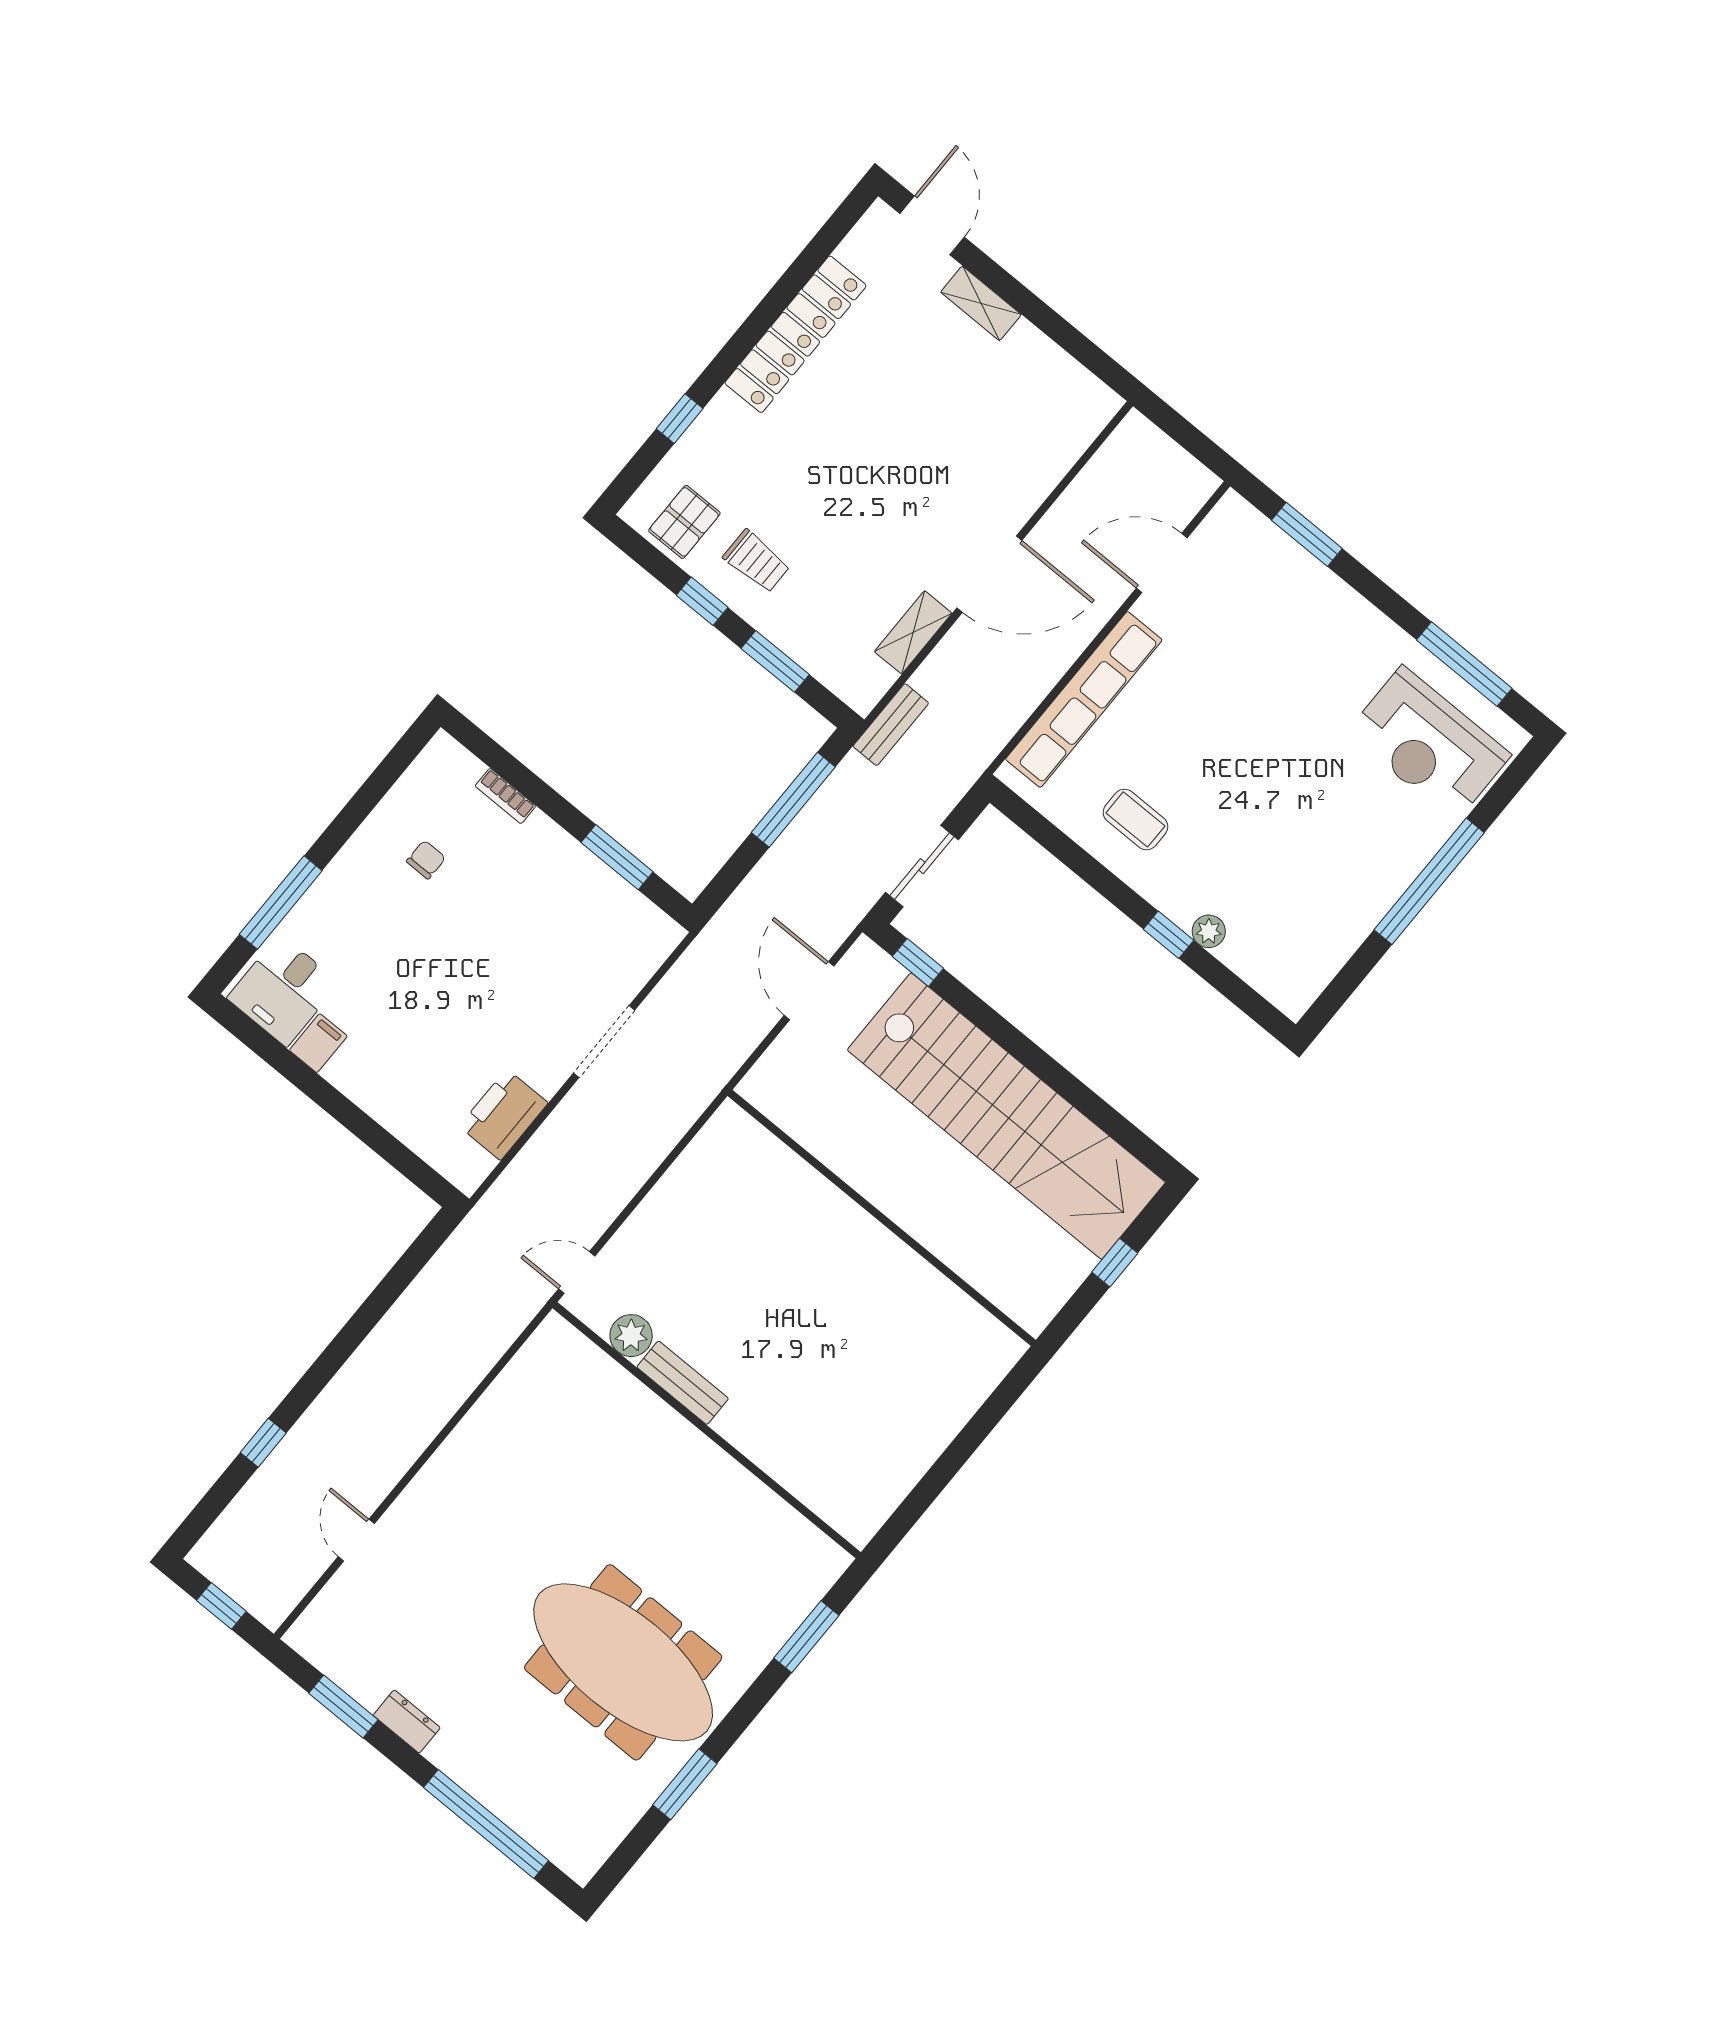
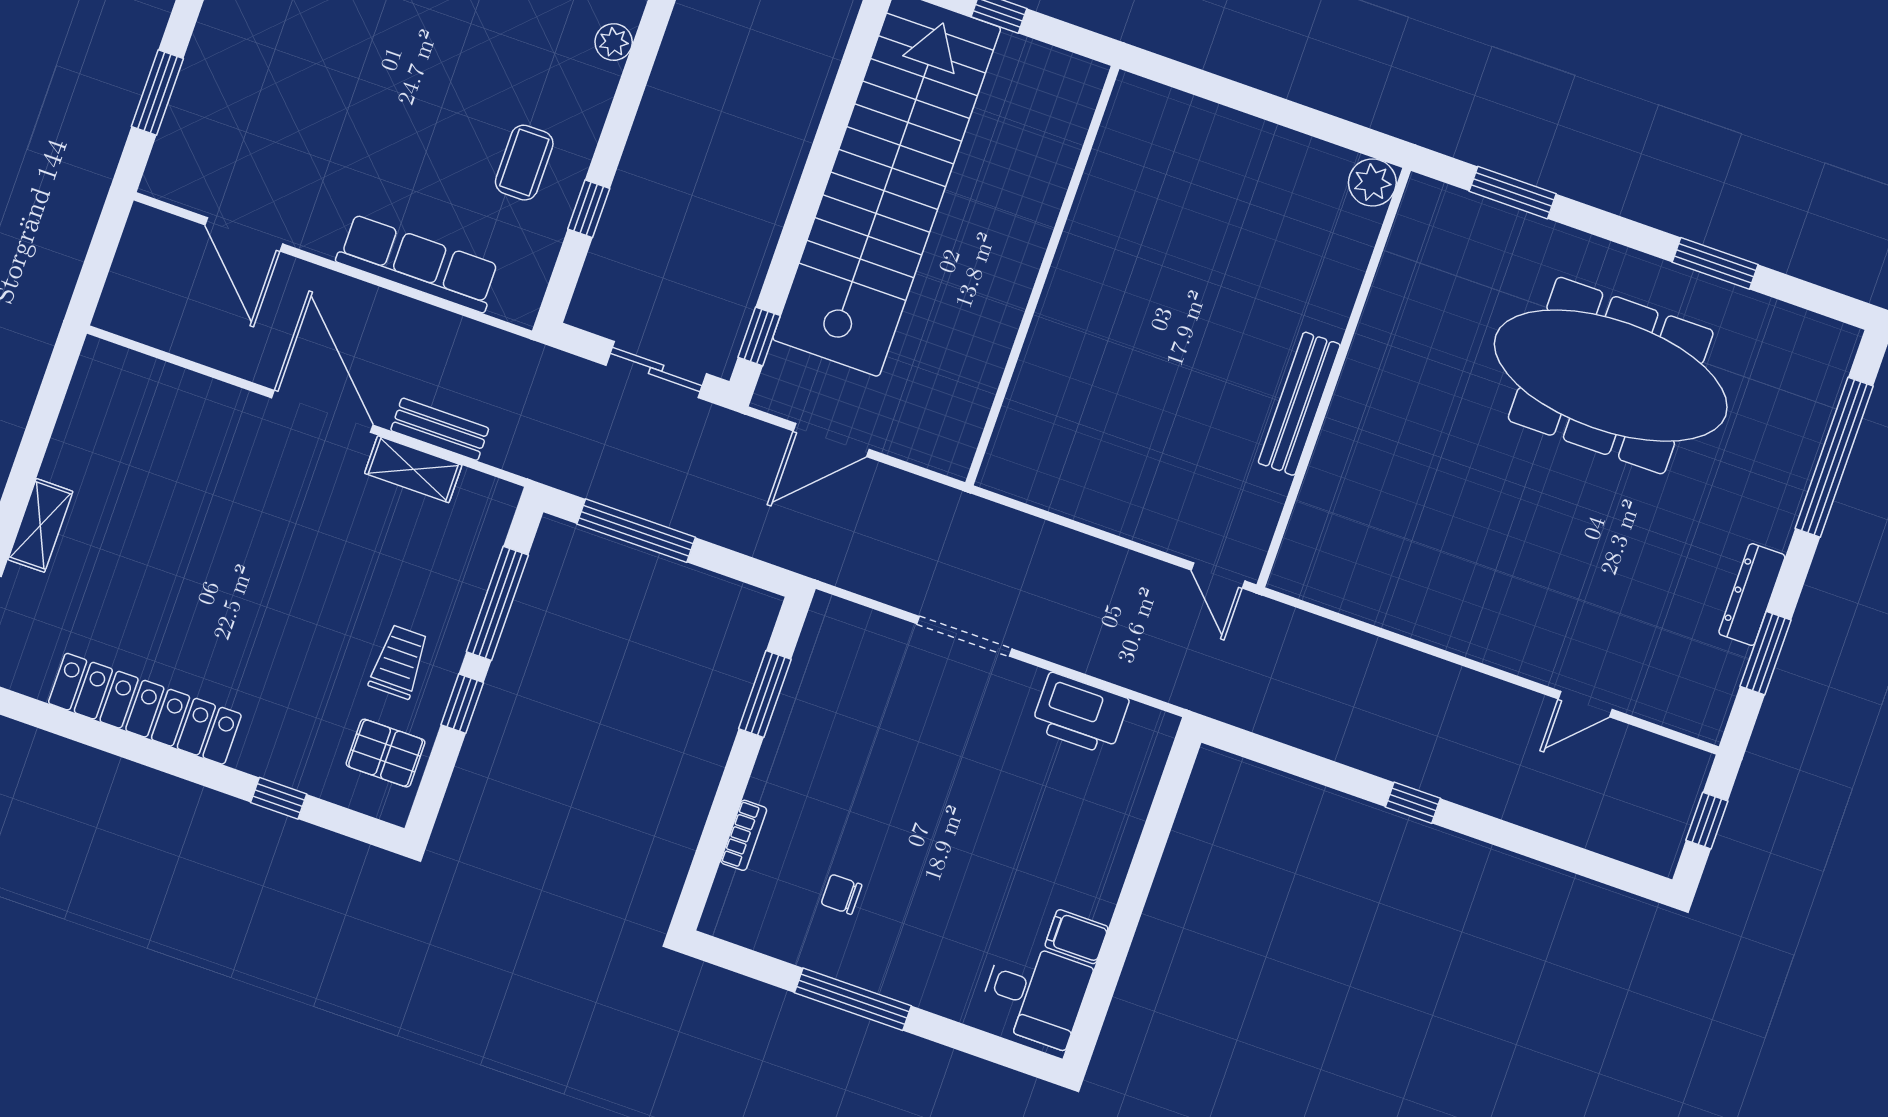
window: (775, 661) -> (497, 603), width x1.44
row of seats: (1084, 699) -> (418, 263), width x0.73
bench: (891, 725) -> (440, 429), moved
window: (281, 903) -> (853, 999), moved
window: (1168, 935) -> (589, 209), moved
plant: (631, 1336) -> (1372, 182), moved
bench: (683, 1383) -> (1299, 404), width x1.36
window: (263, 1443) -> (1413, 803), moved
meeting table: (623, 1662) -> (1611, 376), turned 90
dresser: (407, 1722) -> (1752, 595), width x1.44

